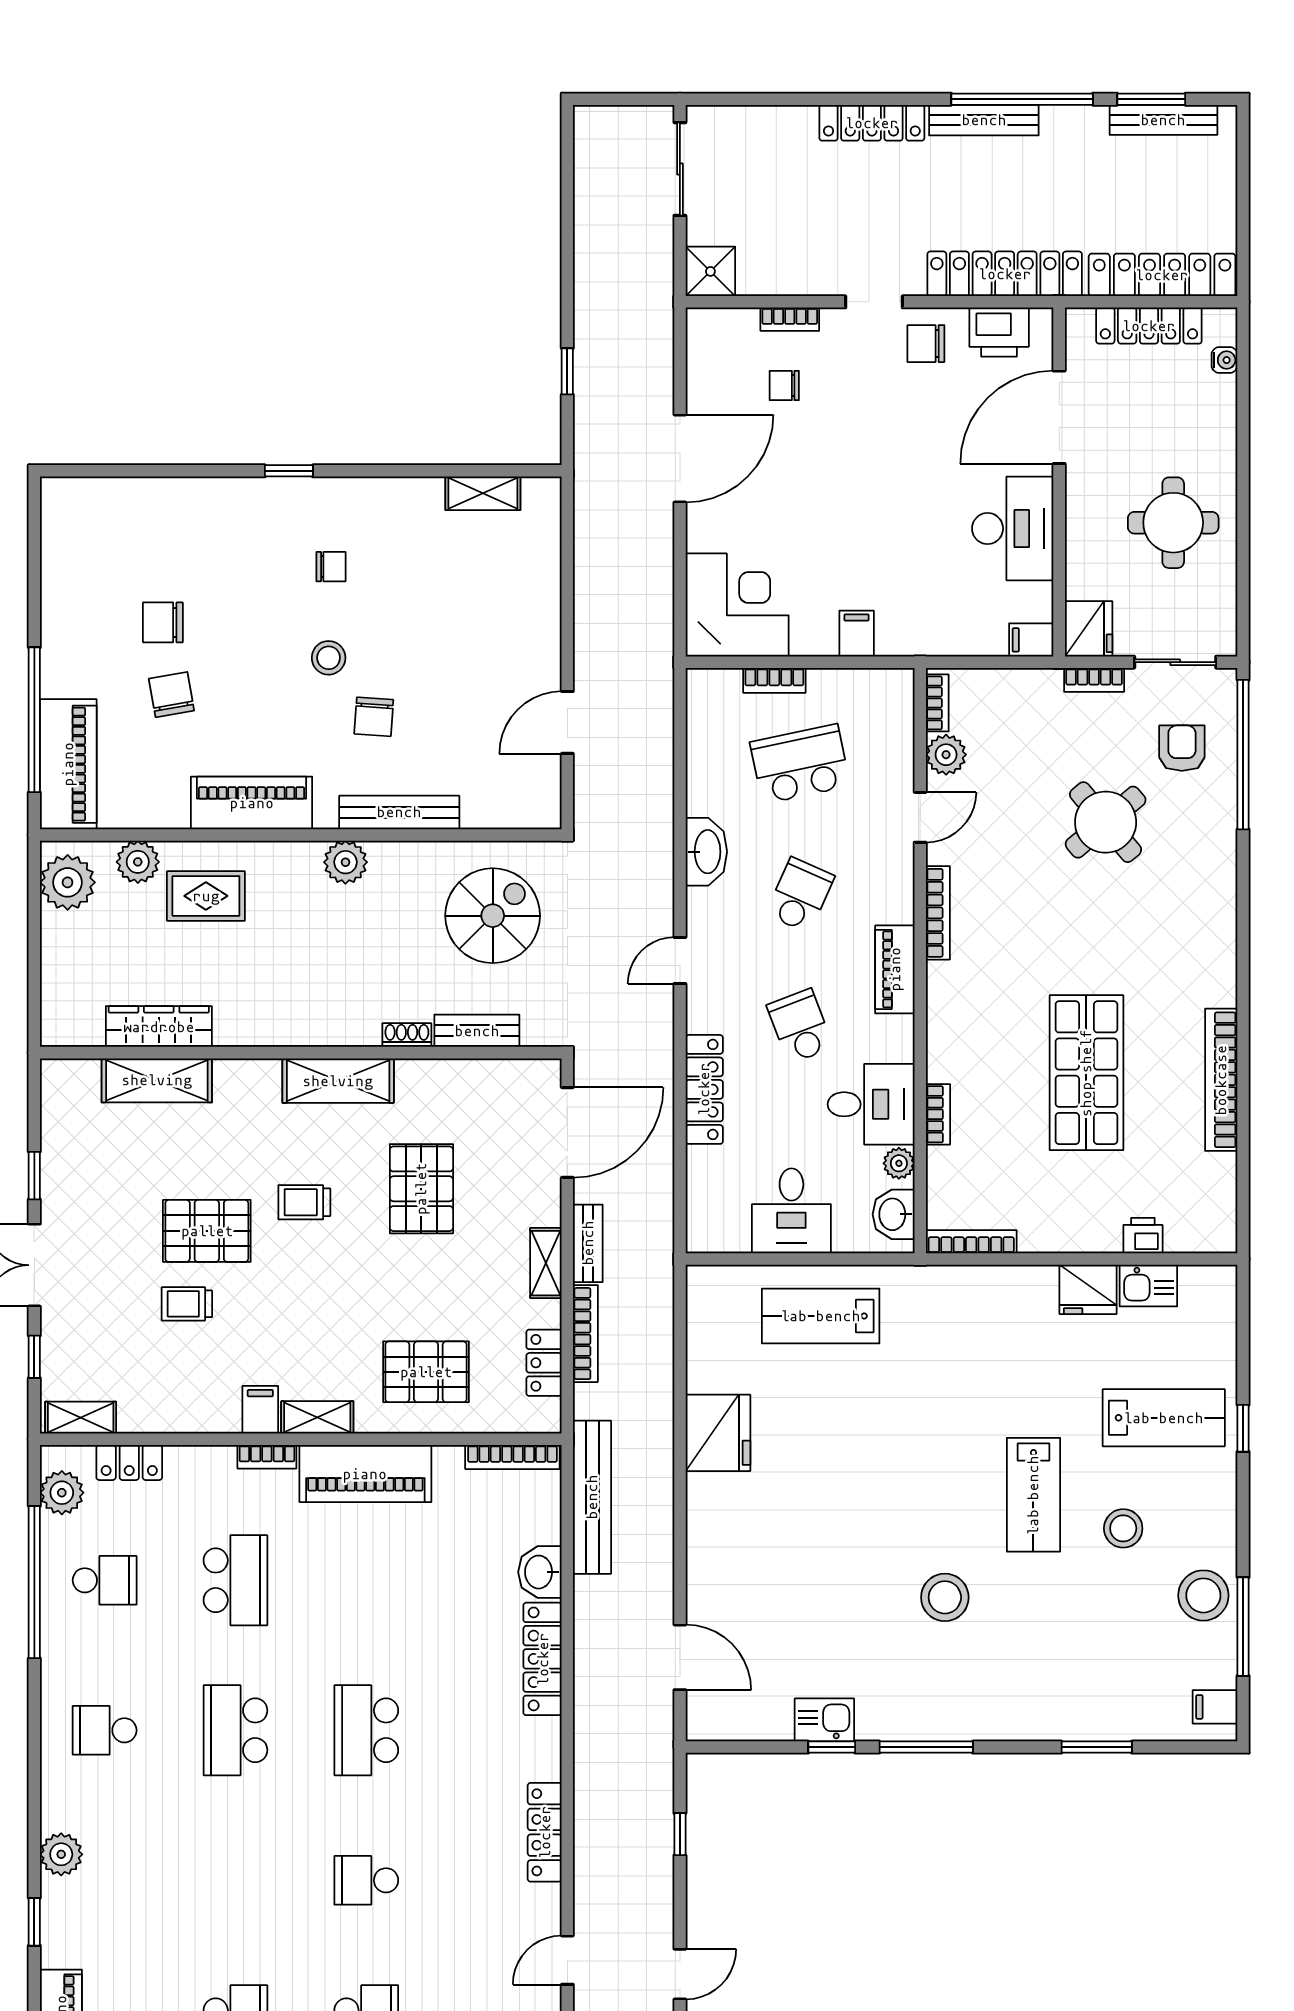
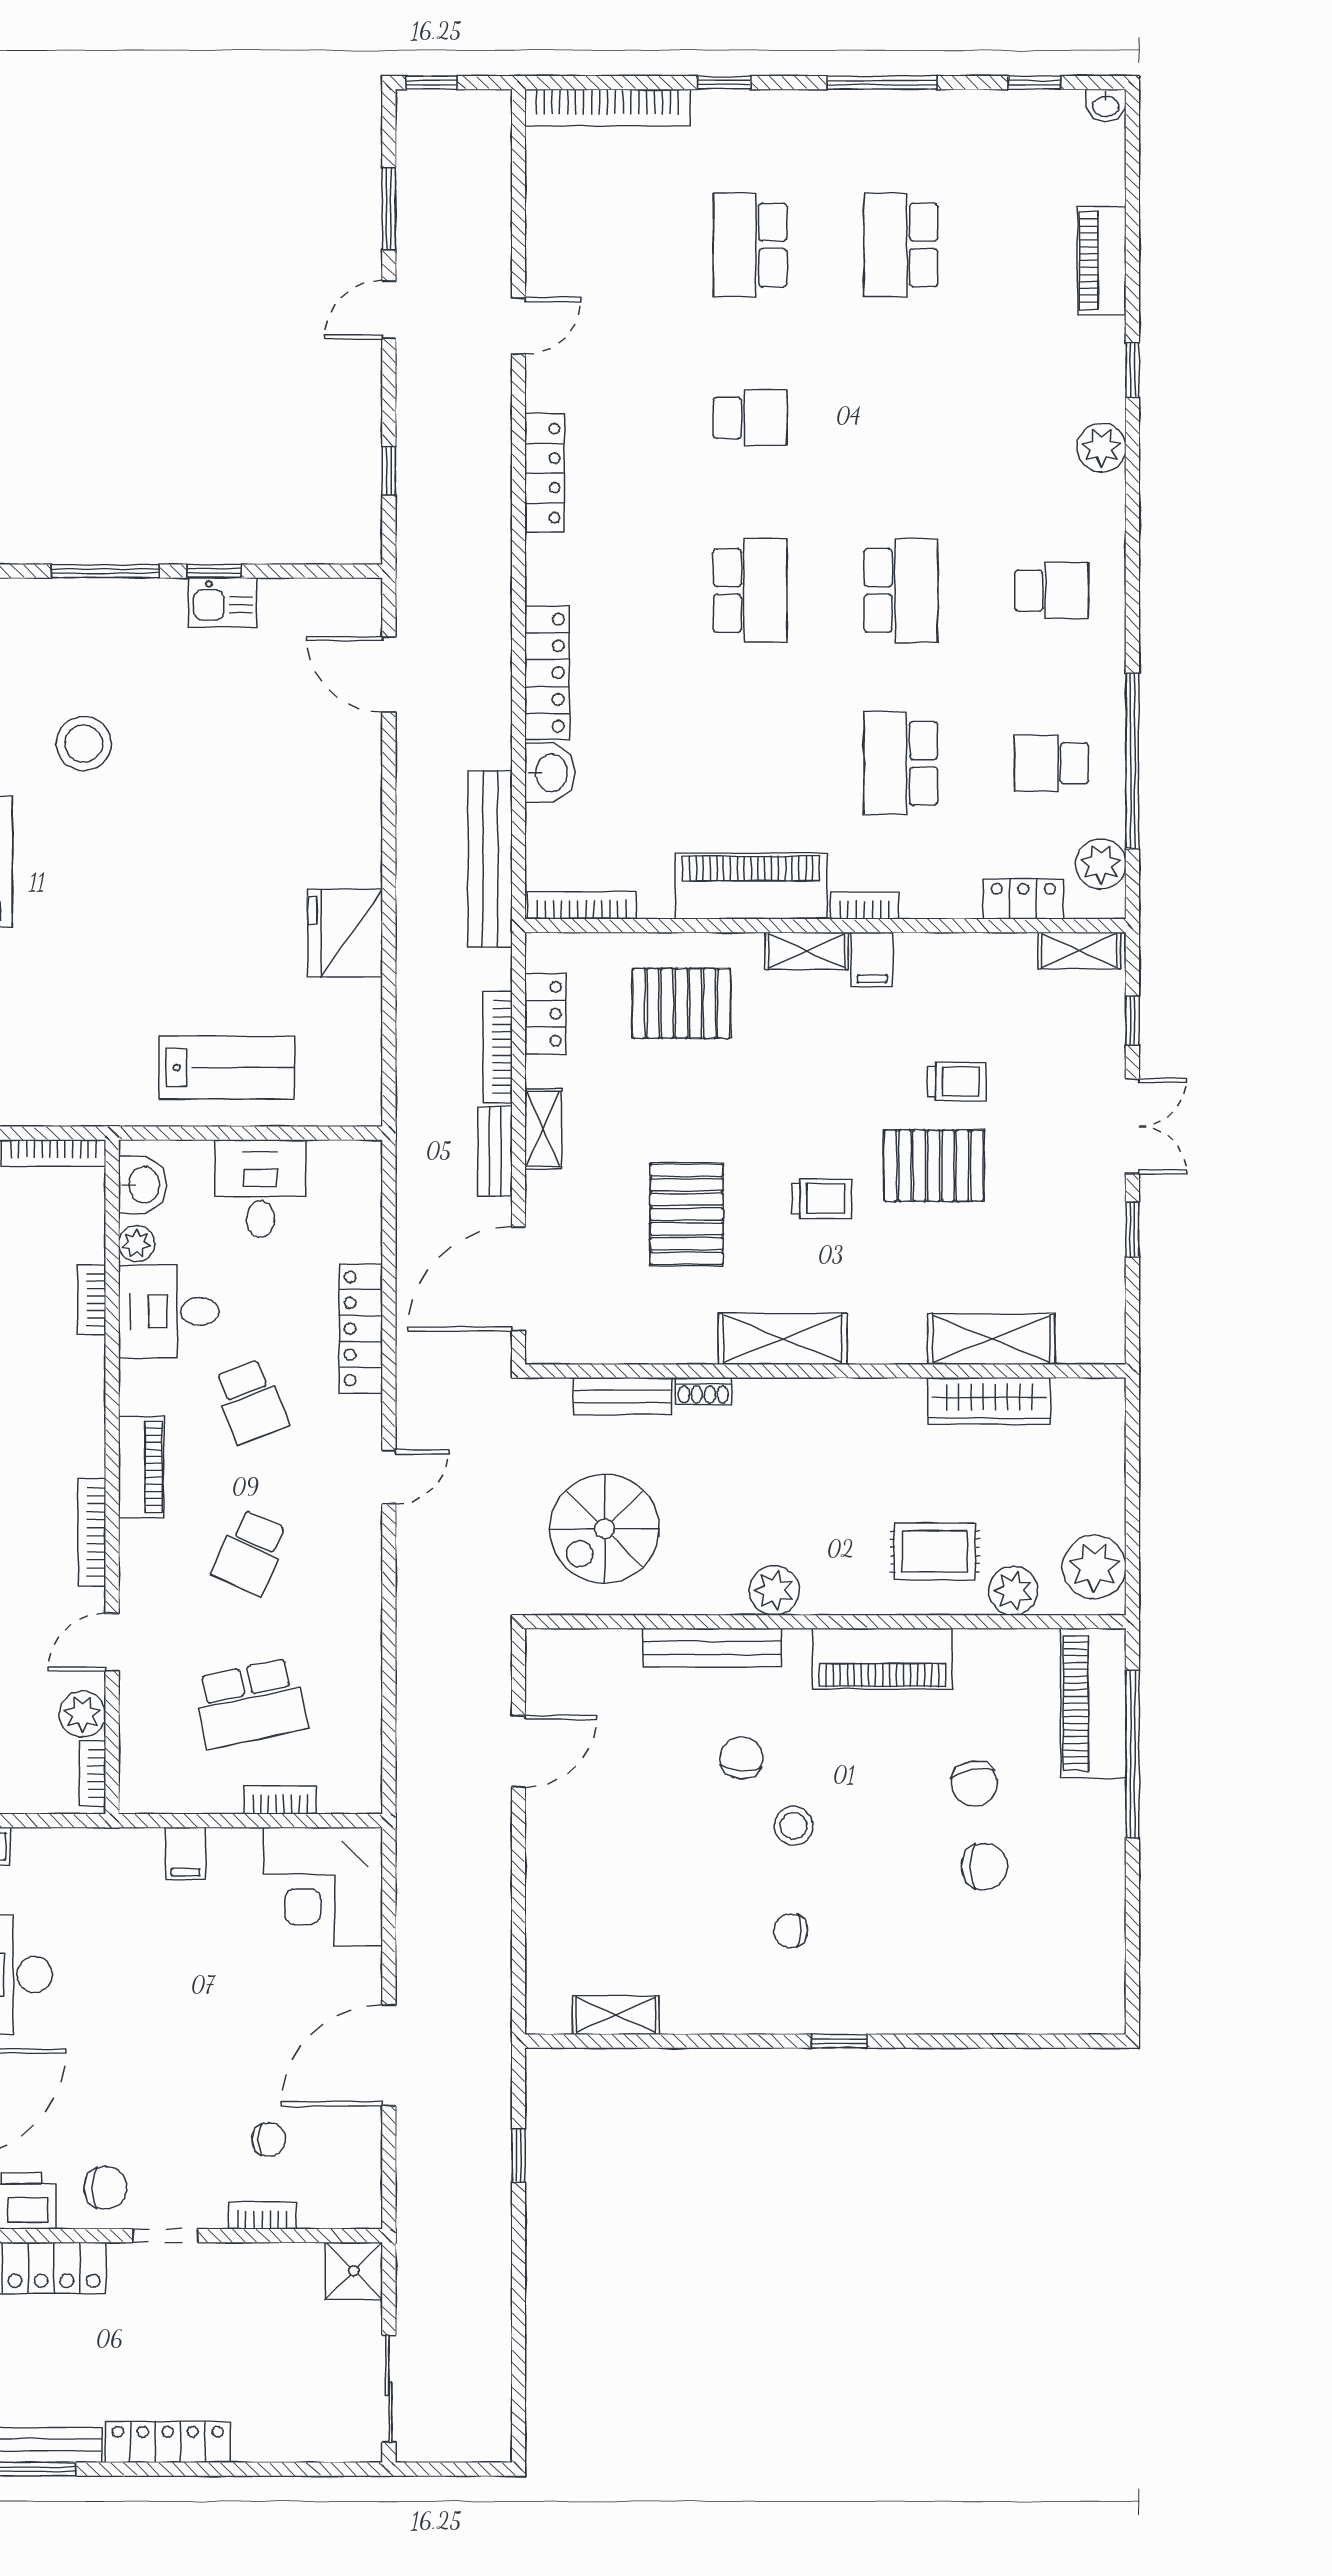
washbasin: (706, 852) -> (358, 1602), removed

